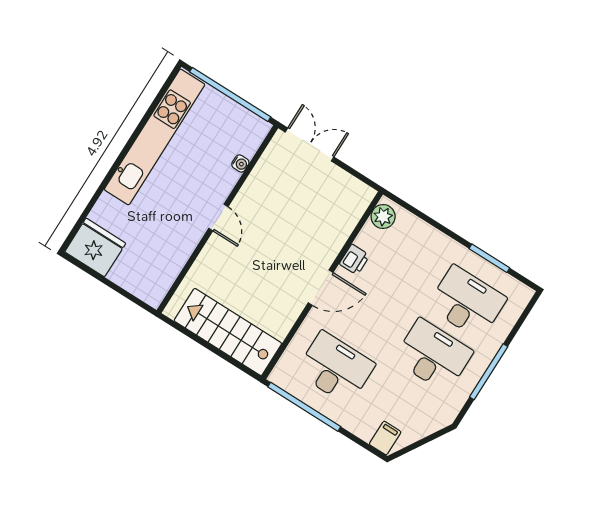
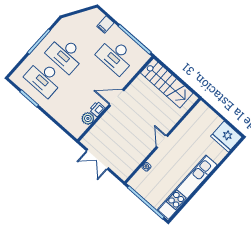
double door: (309, 145) -> (97, 159), moved
plant: (383, 217) -> (88, 118), moved
filing cabinet: (385, 438) -> (105, 25), moved

